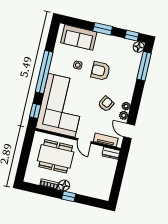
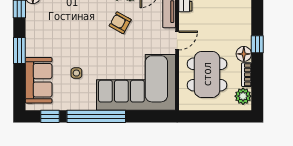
armchair: (101, 71) -> (77, 40), removed
window: (35, 111) -> (50, 116), moved
plant: (35, 178) -> (243, 96), added

